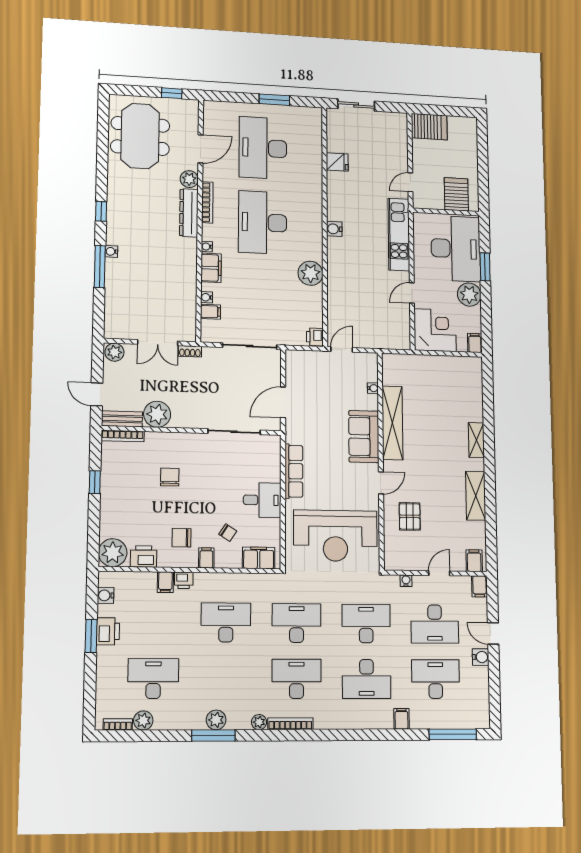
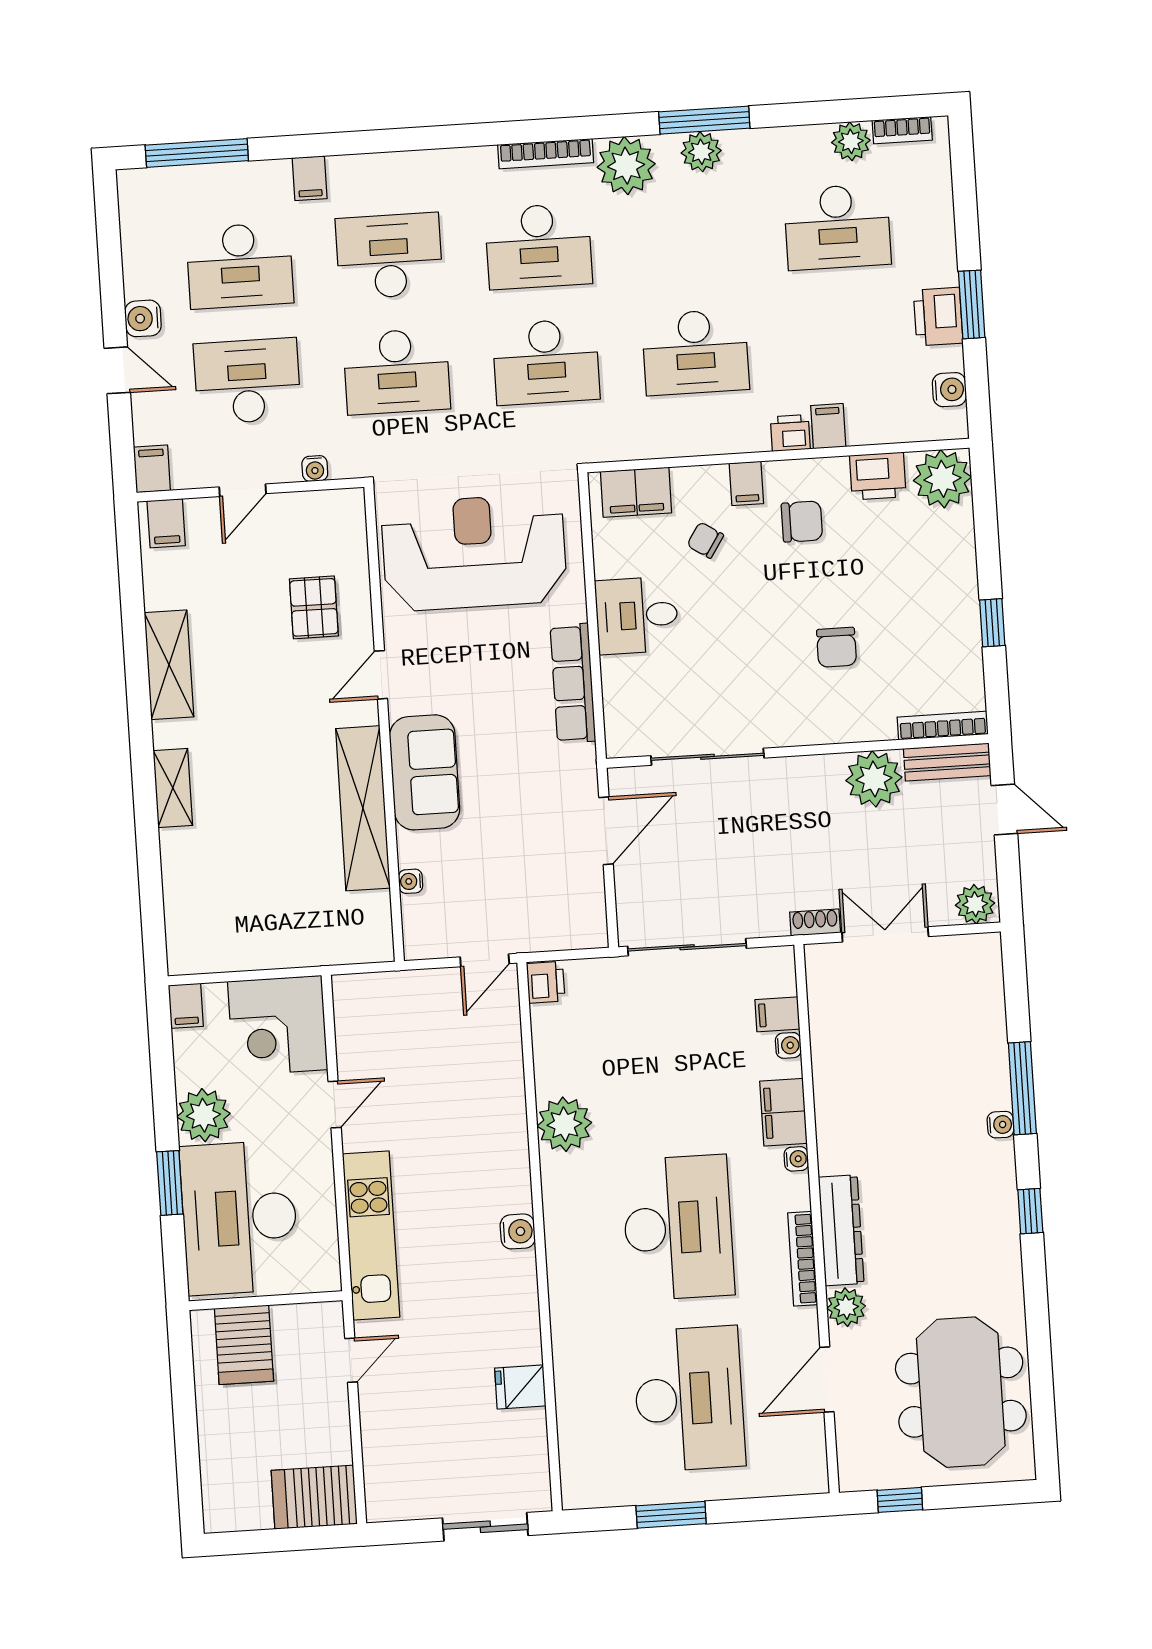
plant: (259, 722) -> (626, 166), width x1.87, depth x1.87

